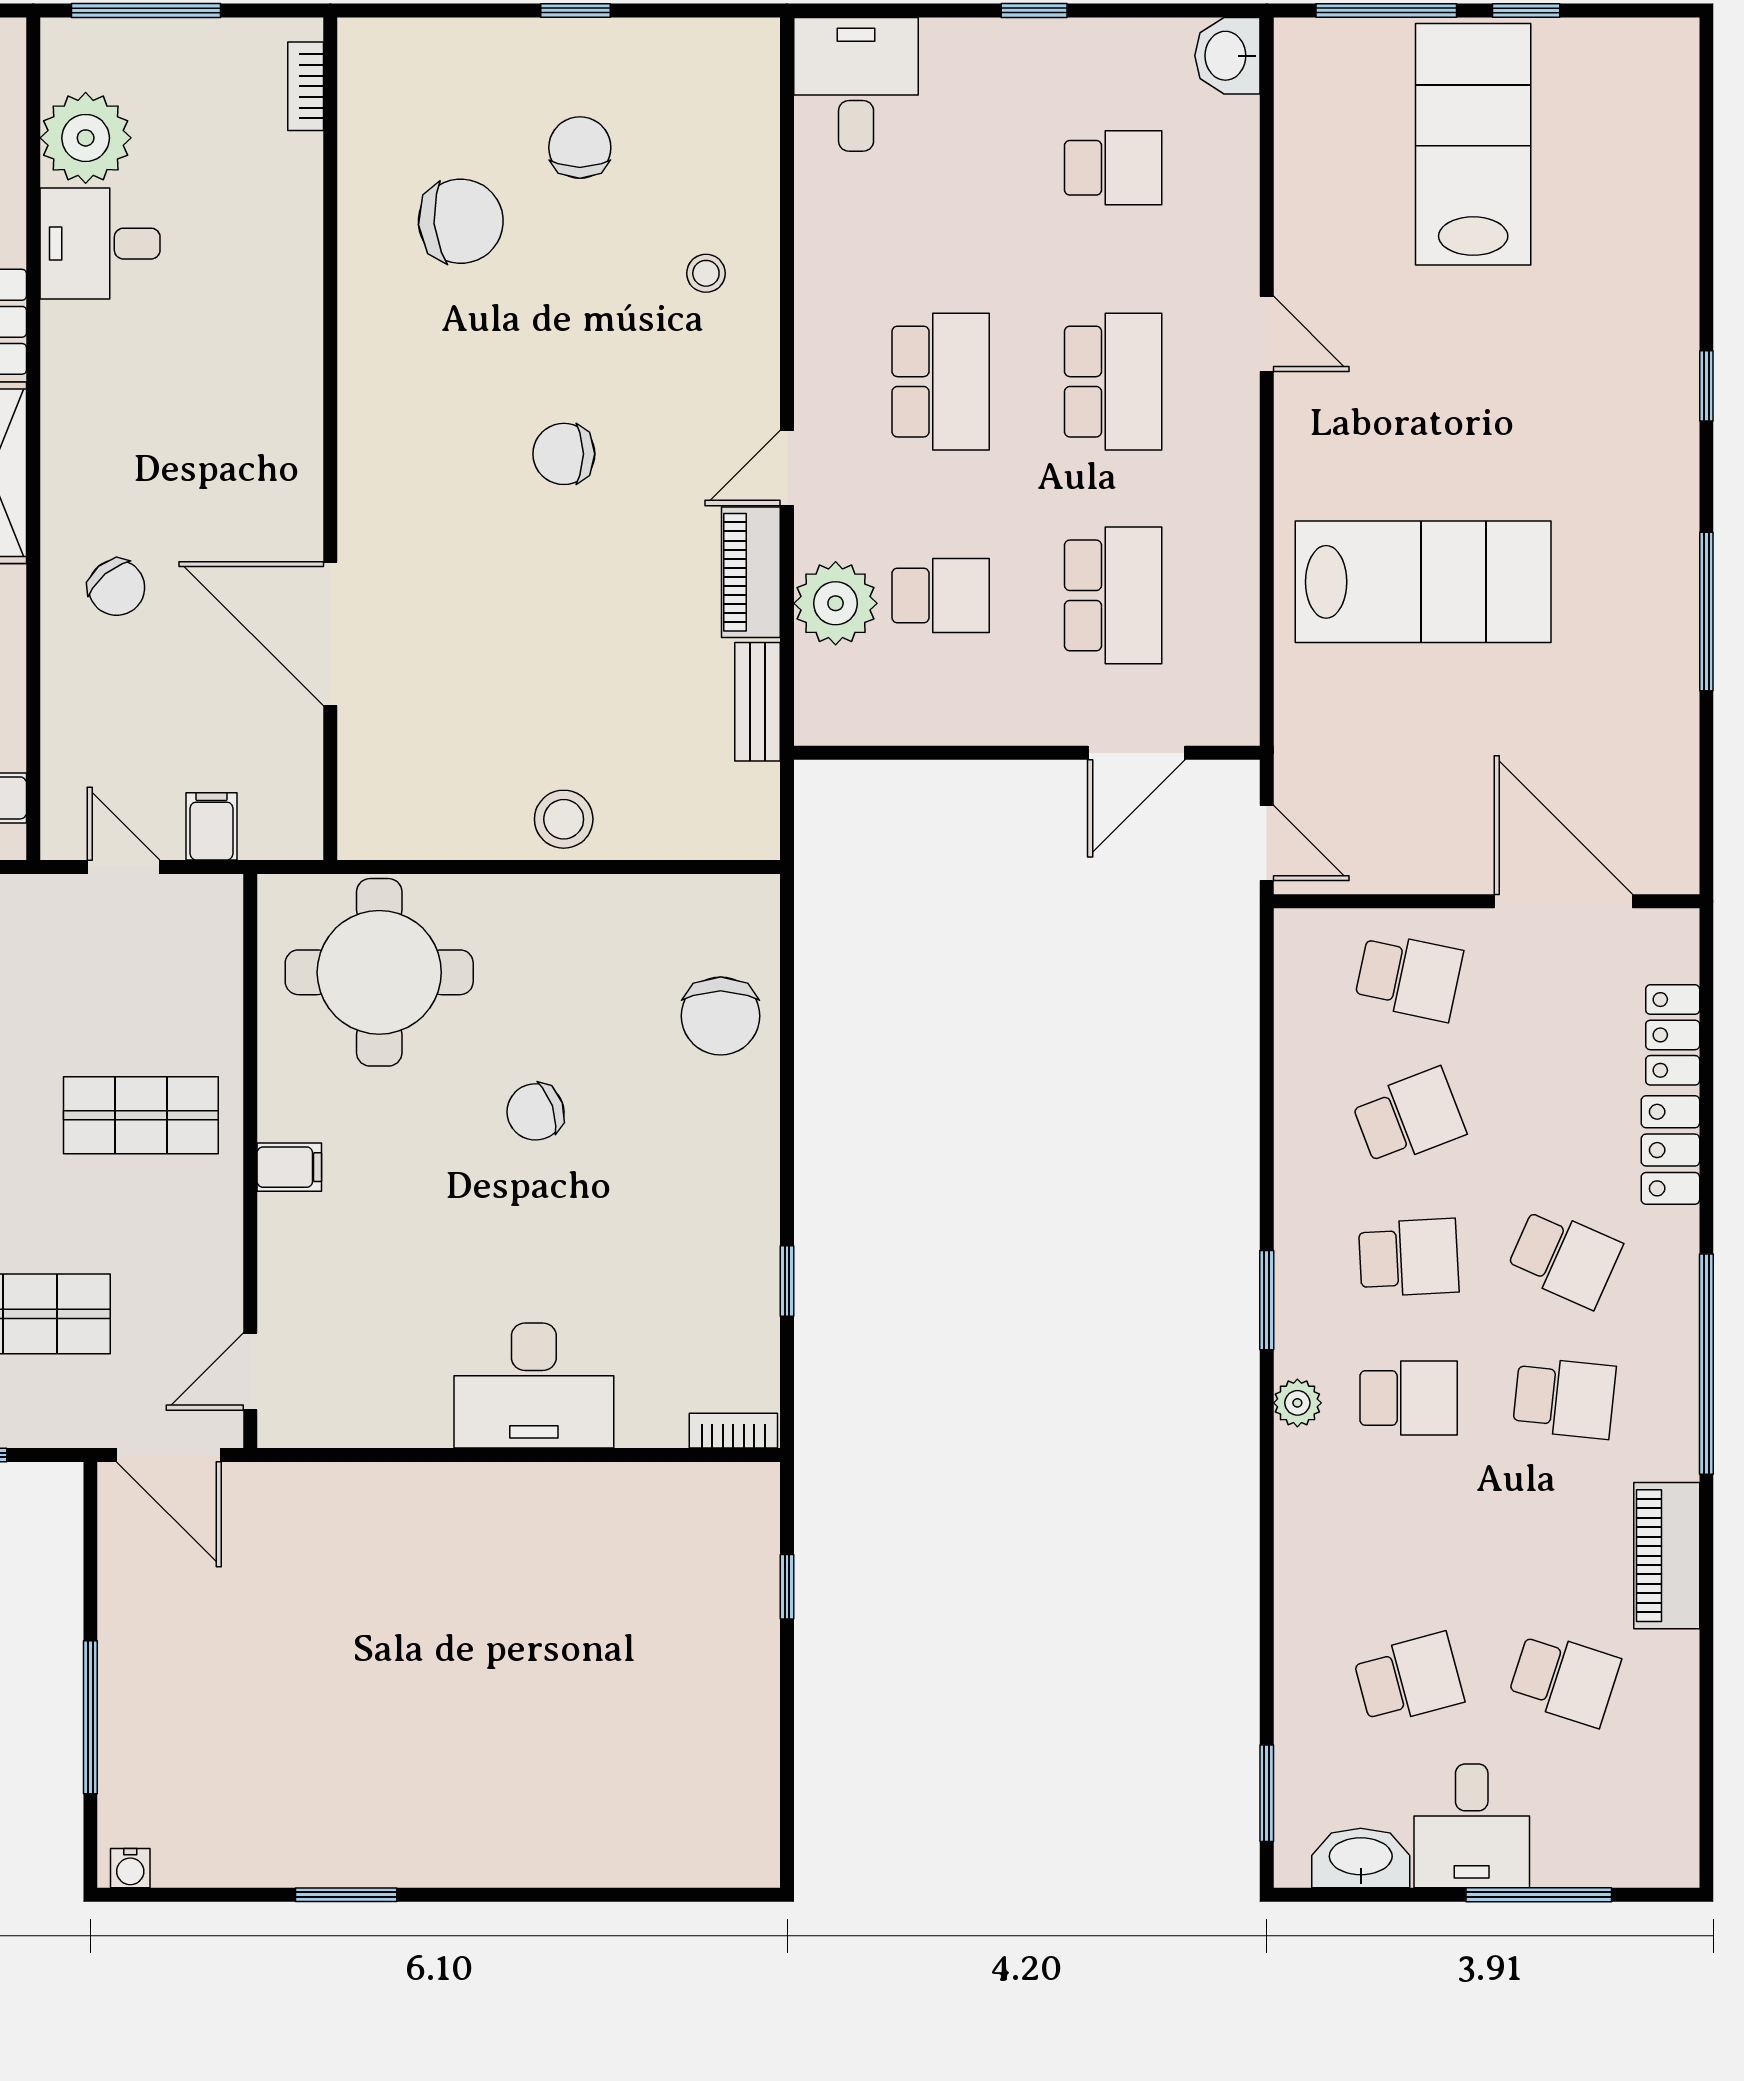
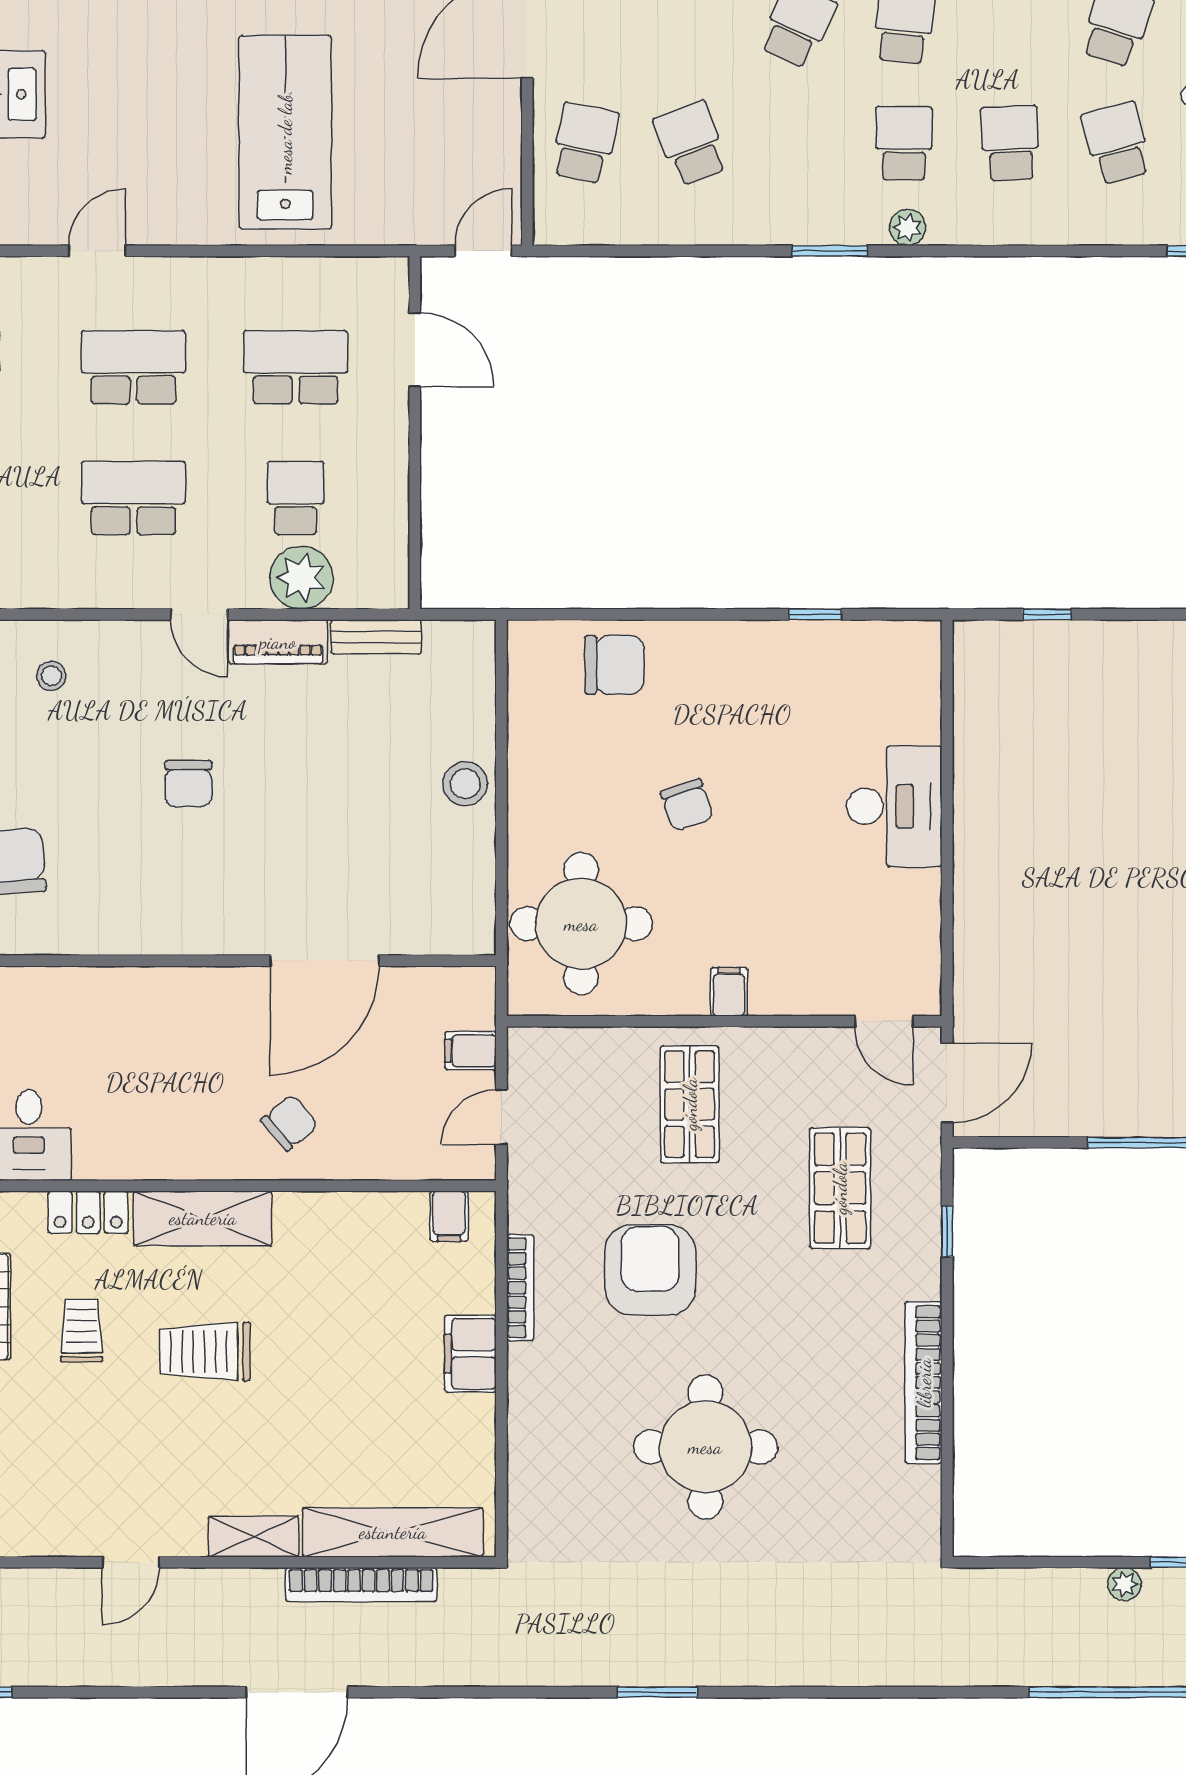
school desk: (1409, 1258) -> (1010, 143), moved
bookcase: (733, 1431) -> (929, 655), removed

